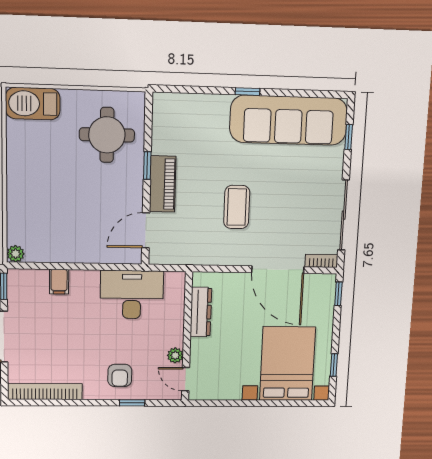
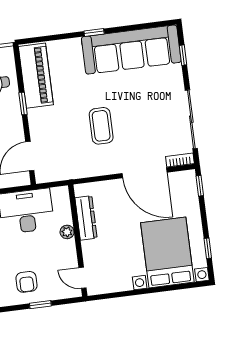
piano: (163, 184) -> (36, 76), moved, width x1.37, depth x1.33
plant: (175, 355) -> (67, 232), moved

